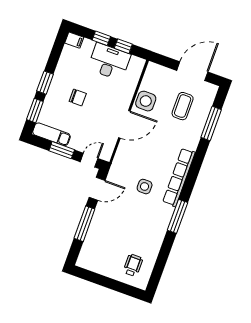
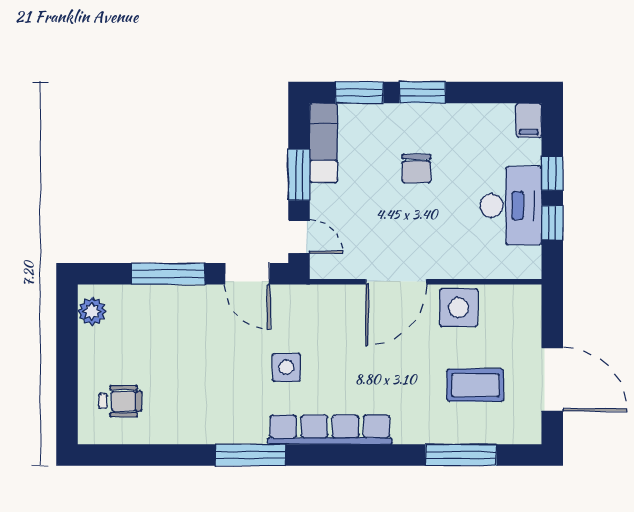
door: (124, 124) -> (396, 282), hinge flipped
plant: (89, 263) -> (92, 311), added

